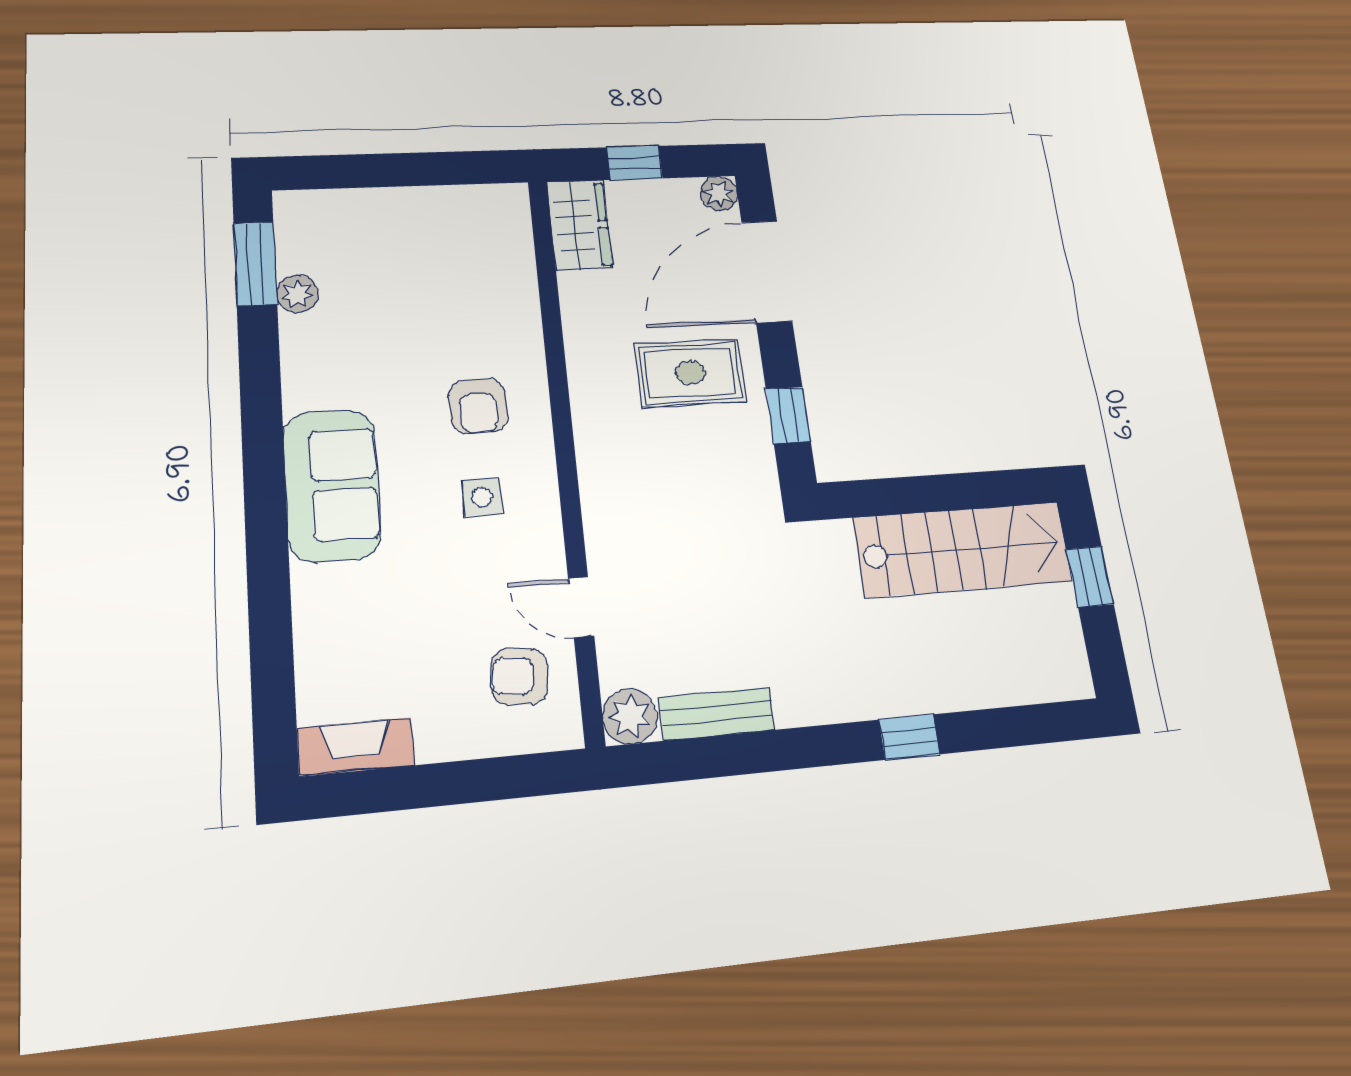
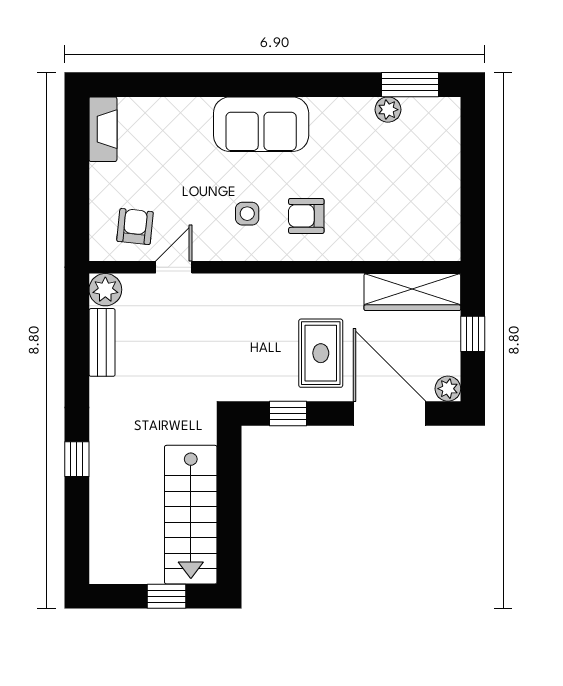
wardrobe: (579, 225) -> (412, 292), width x1.50

